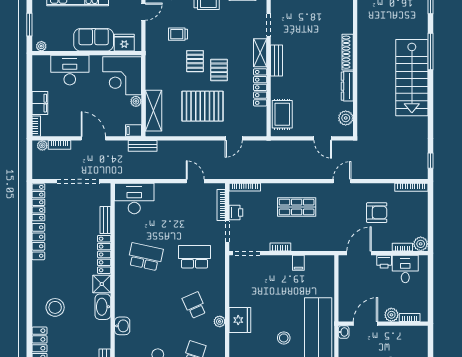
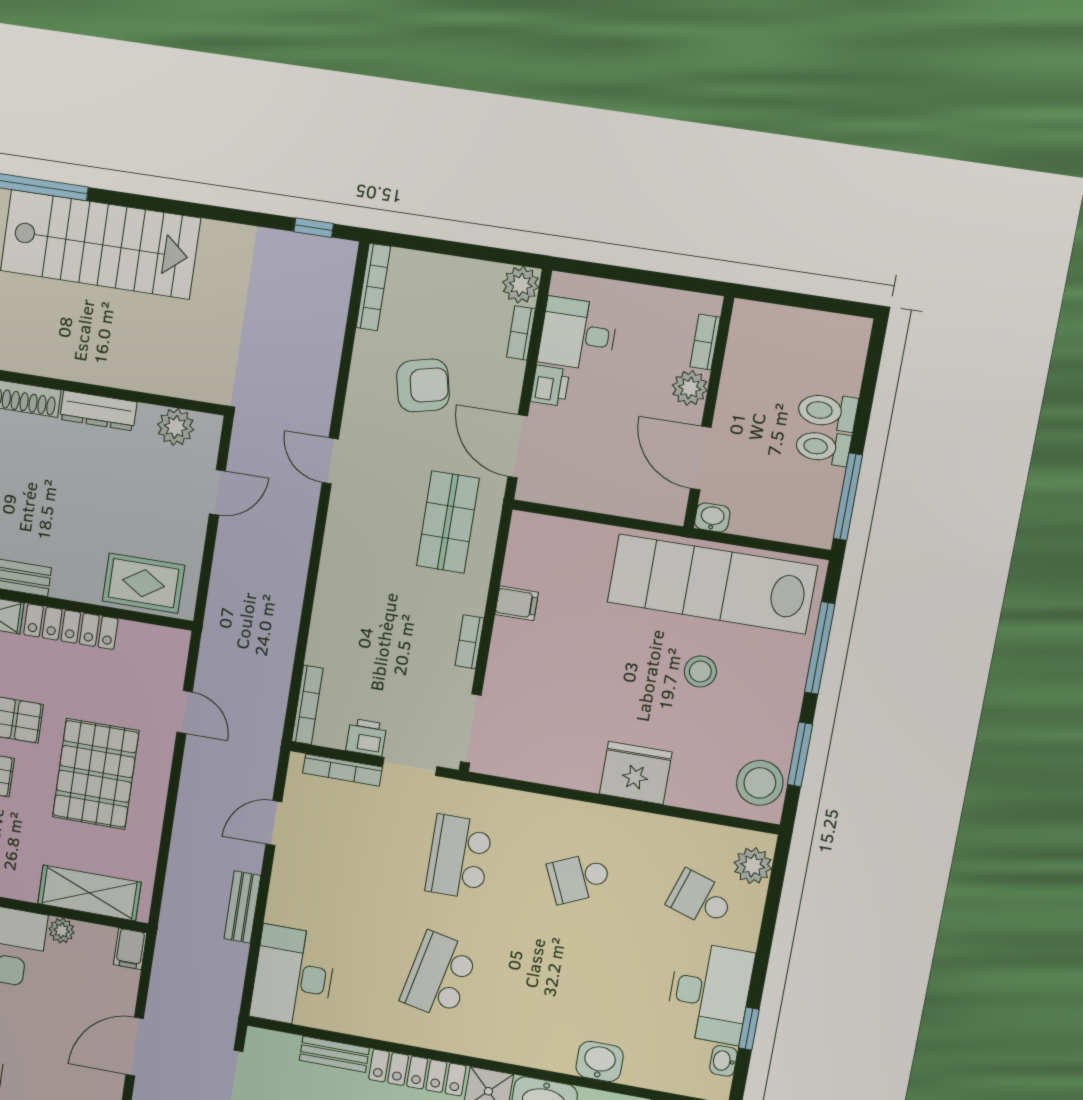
bench: (143, 146) -> (242, 907), moved
shop shelf: (297, 207) -> (448, 522), moved
armchair: (377, 213) -> (423, 385), turned 77
plant: (220, 321) -> (630, 824), removed

